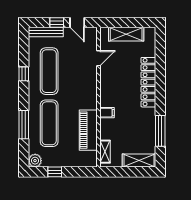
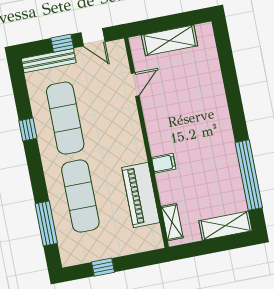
locker: (148, 82) -> (217, 106), removed
window: (24, 125) -> (46, 224), moved
window: (160, 131) -> (249, 175), width x1.46
plant: (35, 161) -> (70, 256), removed

